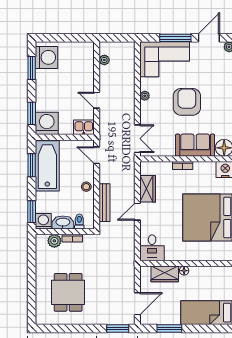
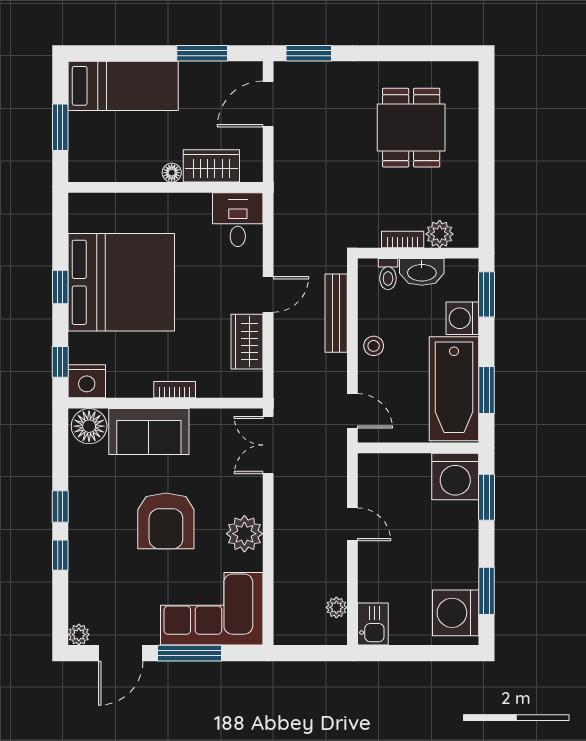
plant: (145, 96) -> (244, 534), width x1.87, depth x1.87
kitchen sink: (84, 127) -> (373, 624), moved, turned -90
washing machine: (43, 221) -> (462, 318), moved, turned 90

